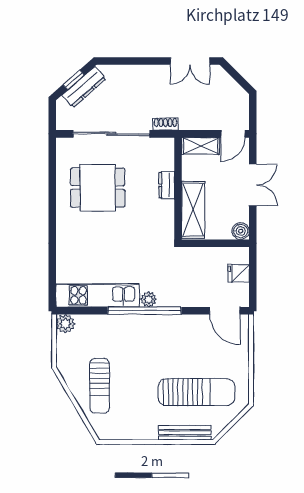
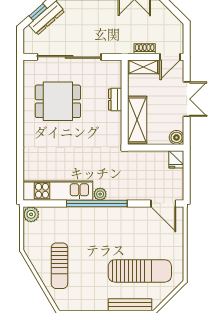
shoe rack: (165, 124) -> (145, 49), moved
fridge: (239, 273) -> (176, 159), moved, turned -90

